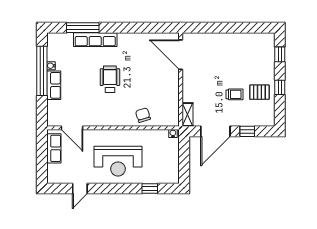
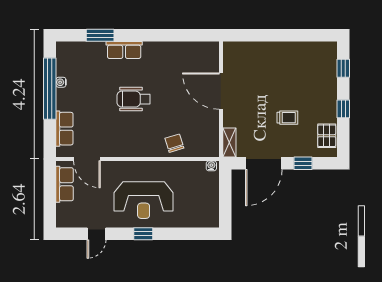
window: (83, 28) -> (100, 35), width x0.69
row of seats: (95, 40) -> (124, 50), width x0.68
door: (181, 55) -> (221, 91), moved
wheelchair: (110, 79) -> (134, 99), turned -90
row of seats: (54, 85) -> (64, 129), moved
pallet: (259, 92) -> (327, 136), moved, turned 90
window: (150, 188) -> (143, 234), moved

